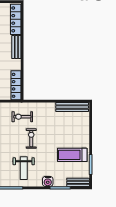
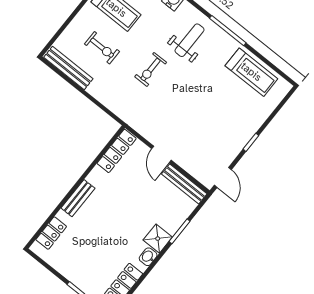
locker: (16, 19) -> (51, 233), width x0.66
exercise bike: (22, 117) -> (102, 48), moved

